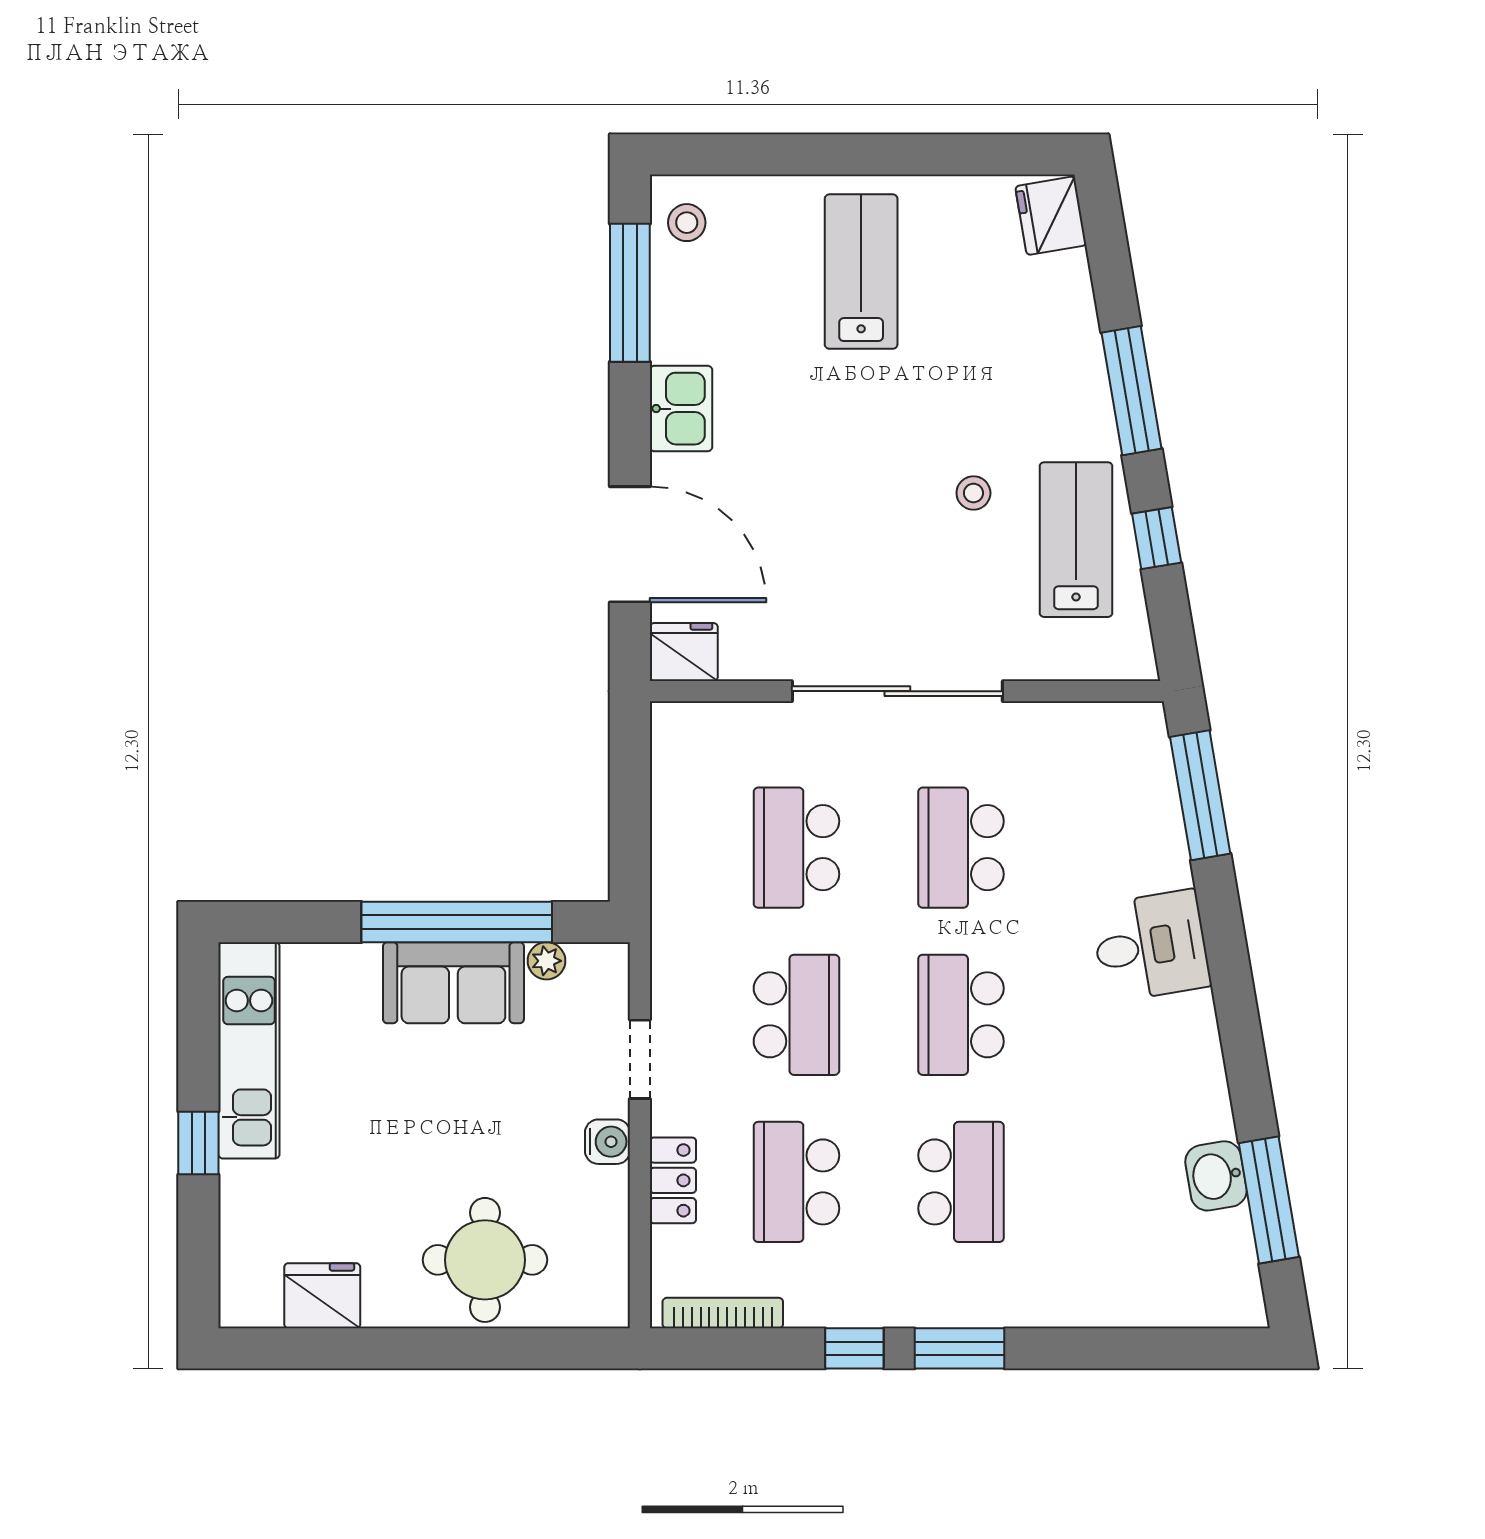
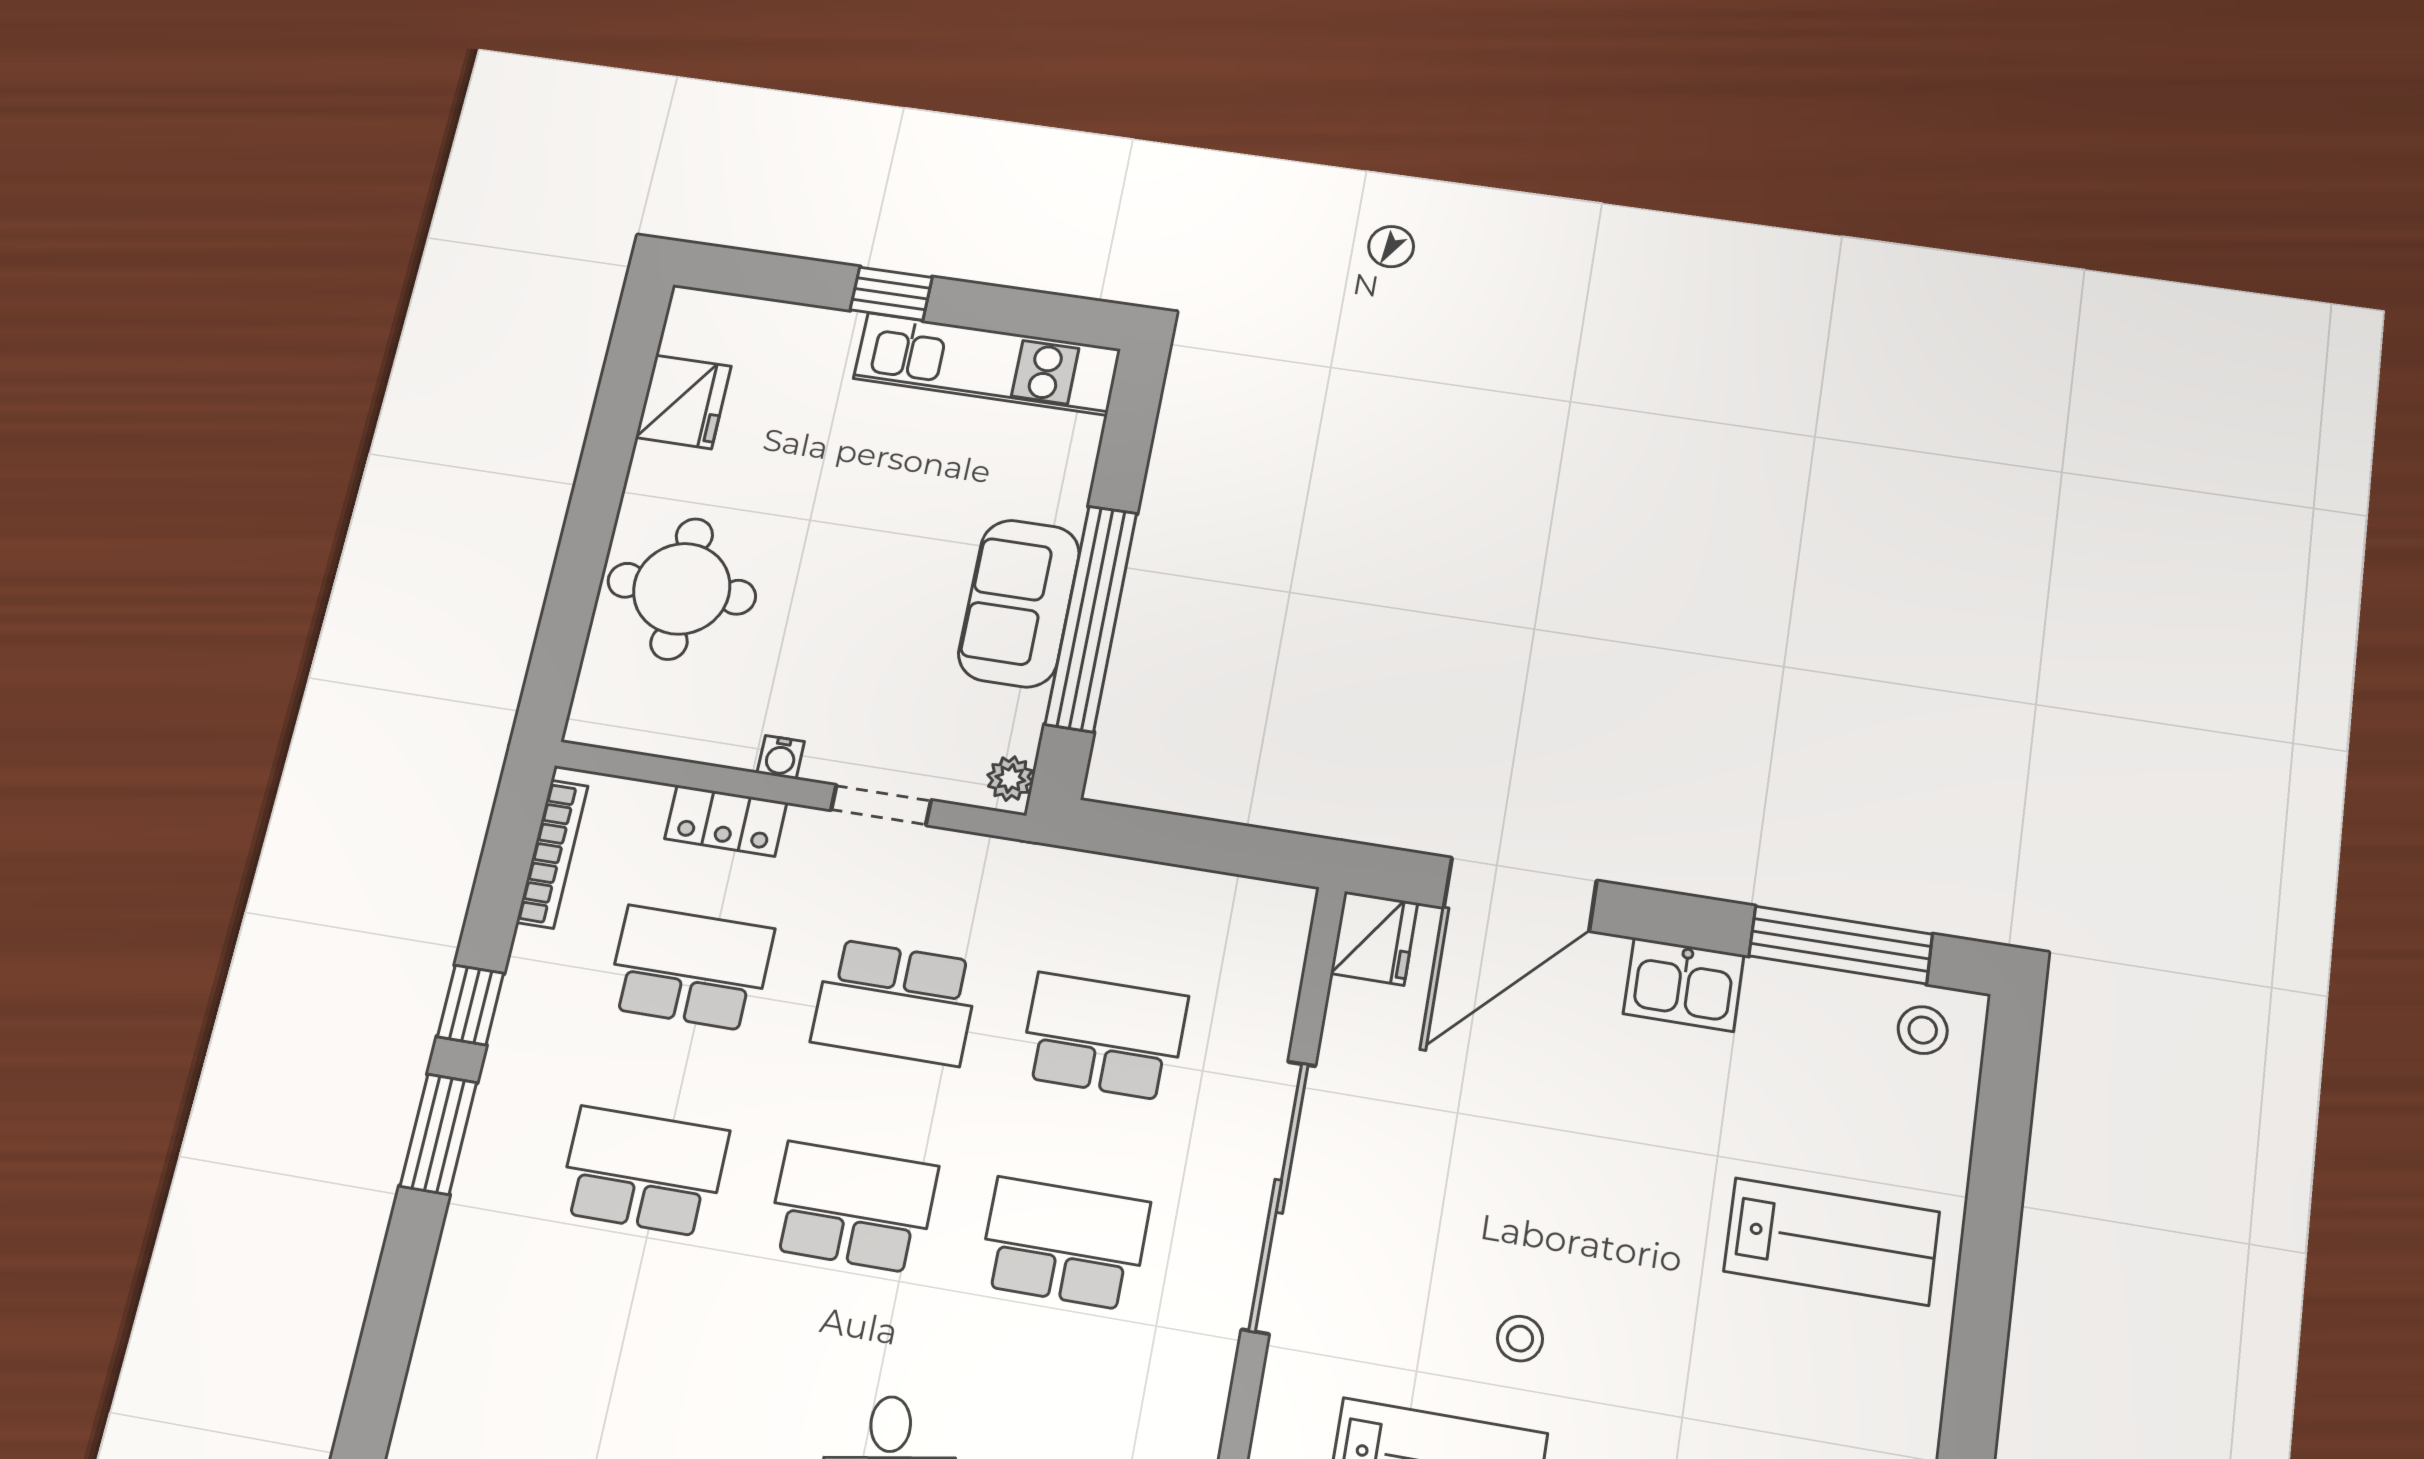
plant: (546, 961) -> (1010, 779), moved
water cooler: (607, 1142) -> (781, 757), width x0.72, depth x0.72
school desk: (961, 1182) -> (643, 1171), turned 180

